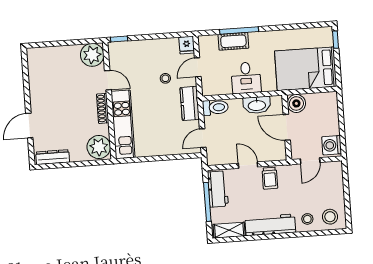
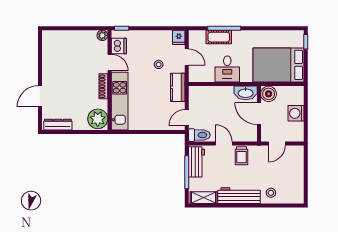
plant: (92, 55) -> (102, 35), width x0.53, depth x0.53
dishwasher: (117, 60) -> (119, 46), added
door: (198, 67) -> (187, 57), swing flipped
washbasin: (257, 105) -> (246, 93), moved
toilet: (215, 107) -> (199, 135), moved
washing machine: (332, 145) -> (296, 113), moved
stool: (330, 217) -> (290, 192), removed

